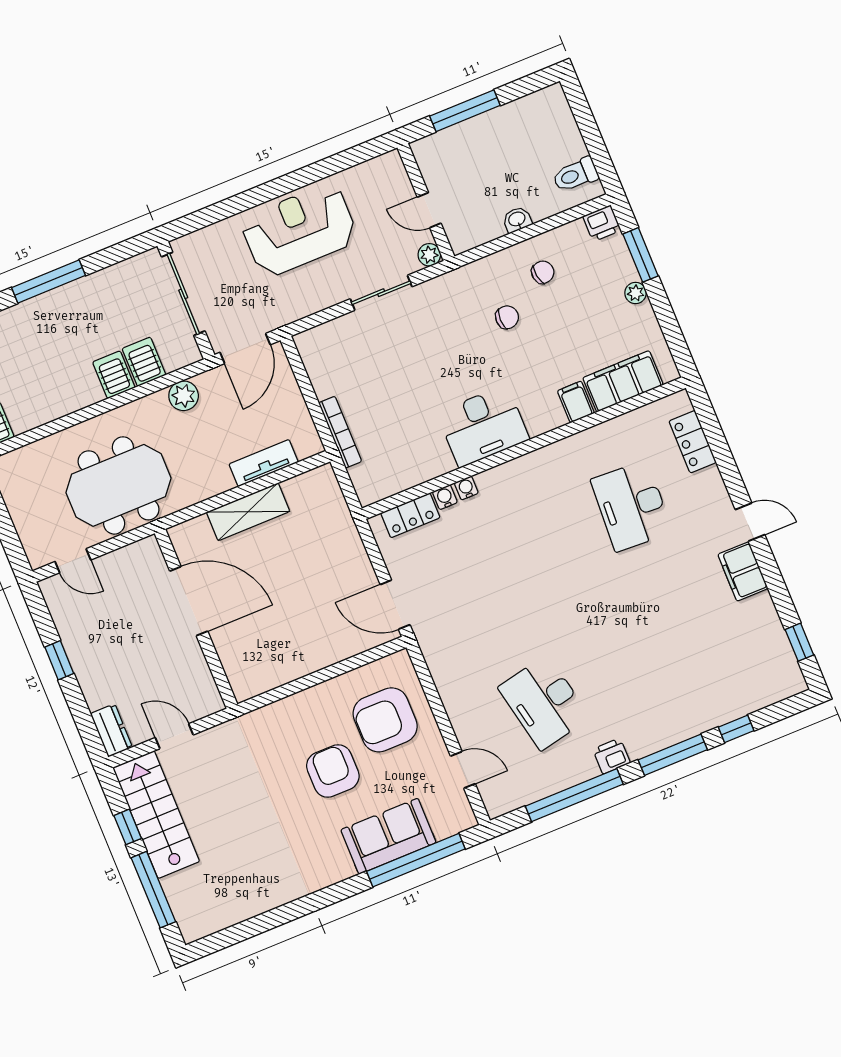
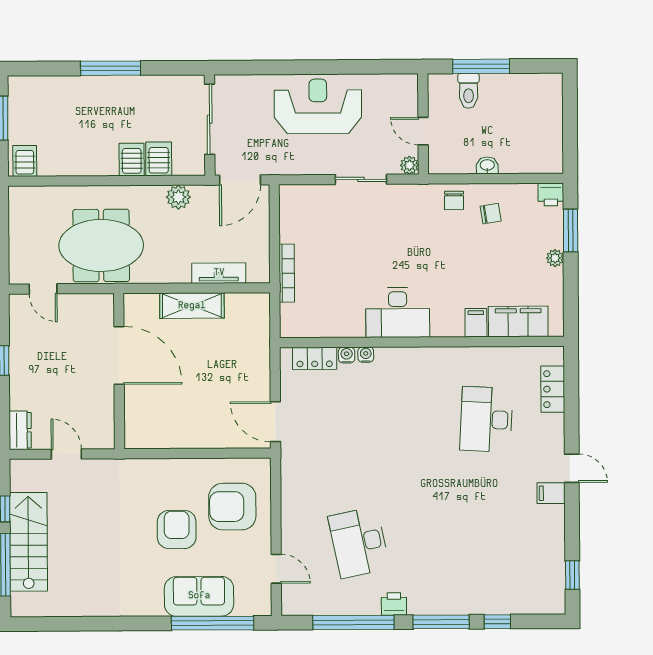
toilet: (575, 175) -> (469, 91), moved, turned -90
chair: (507, 317) -> (454, 200), moved, turned 90
filing cabinet: (743, 571) -> (551, 493), width x0.50
stairs: (156, 815) -> (28, 542), moved

